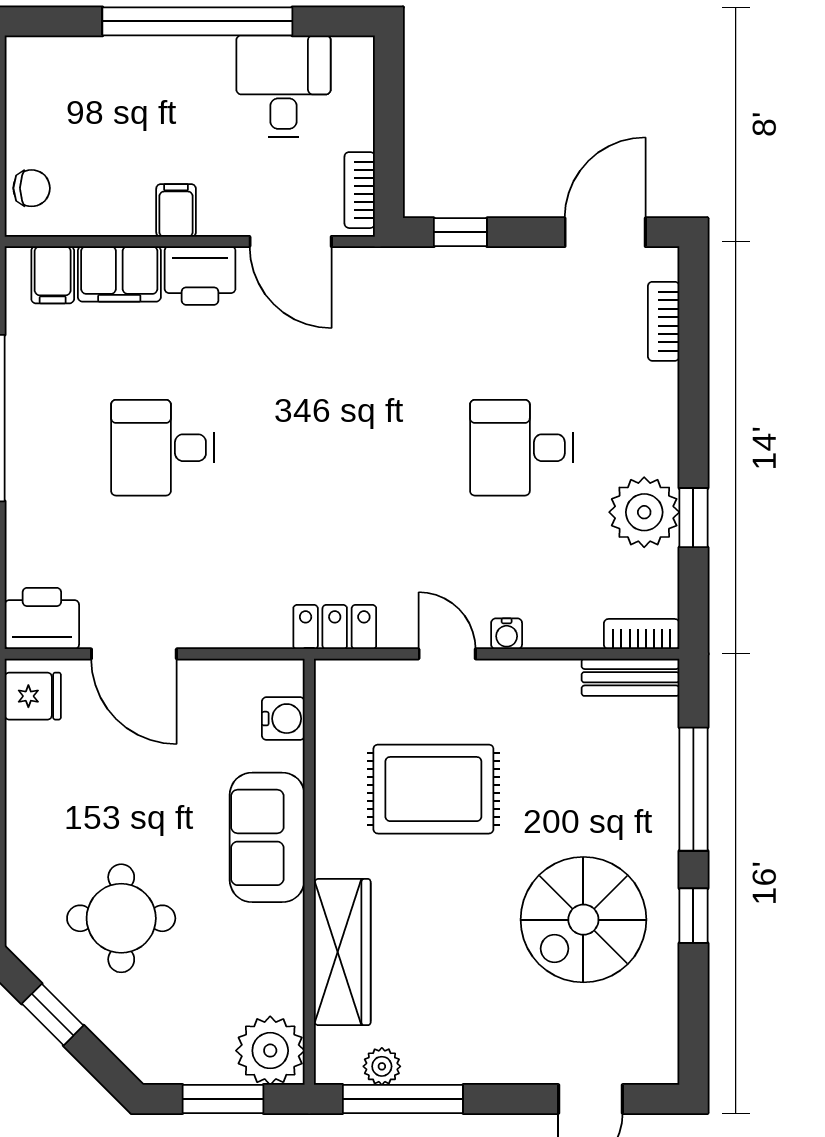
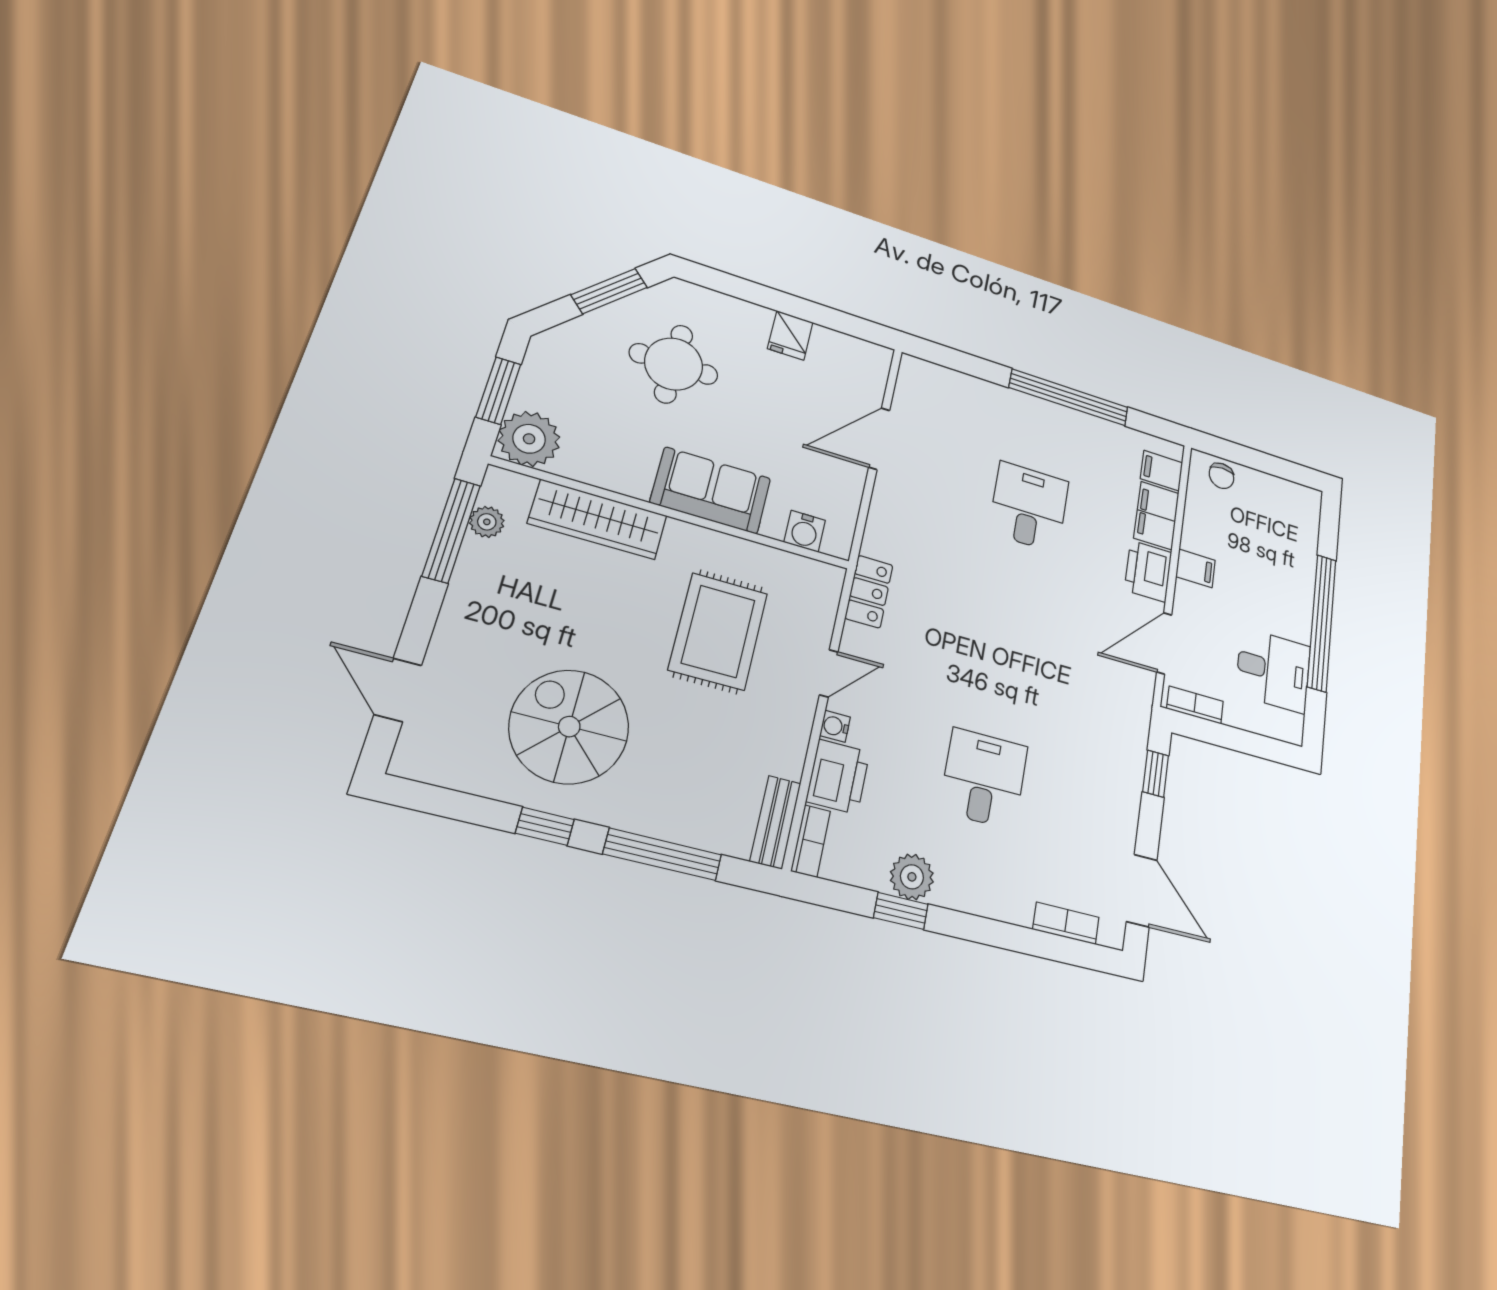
plant: (644, 512) -> (912, 877), width x0.73, depth x0.73
printer: (42, 618) -> (838, 777), moved
fridge: (33, 696) -> (790, 335), moved
window: (53, 1015) -> (609, 291), width x1.50

